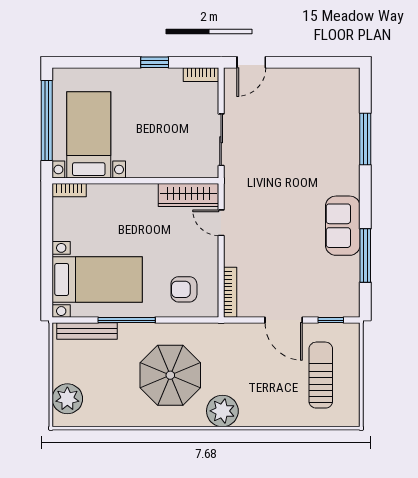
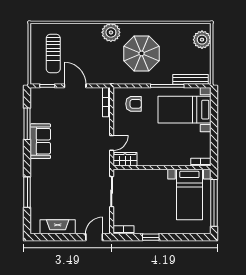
fireplace: (313, 80) -> (58, 227), added
wardrobe: (188, 195) -> (125, 159), width x0.67
door: (221, 223) -> (112, 143), hinge flipped

